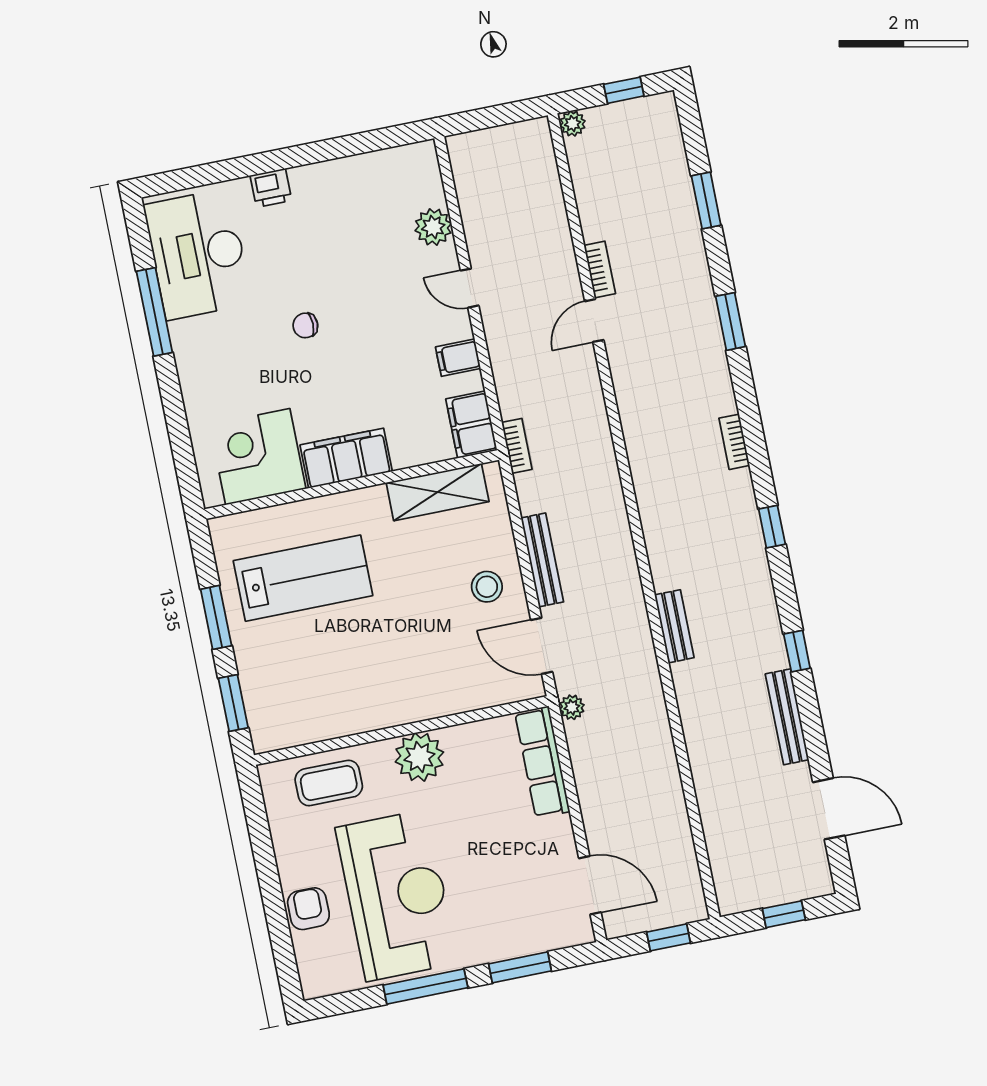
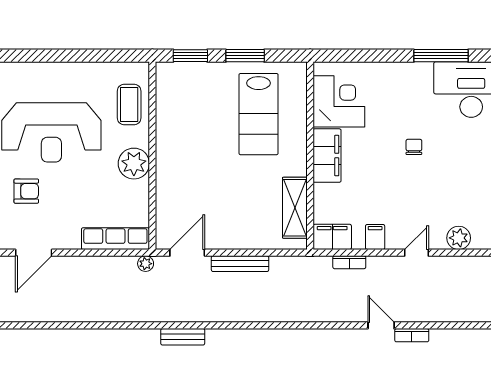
bookcase: (517, 446) -> (349, 262), moved
stool: (487, 587) -> (230, 226), removed
armchair: (308, 909) -> (26, 191), moved

